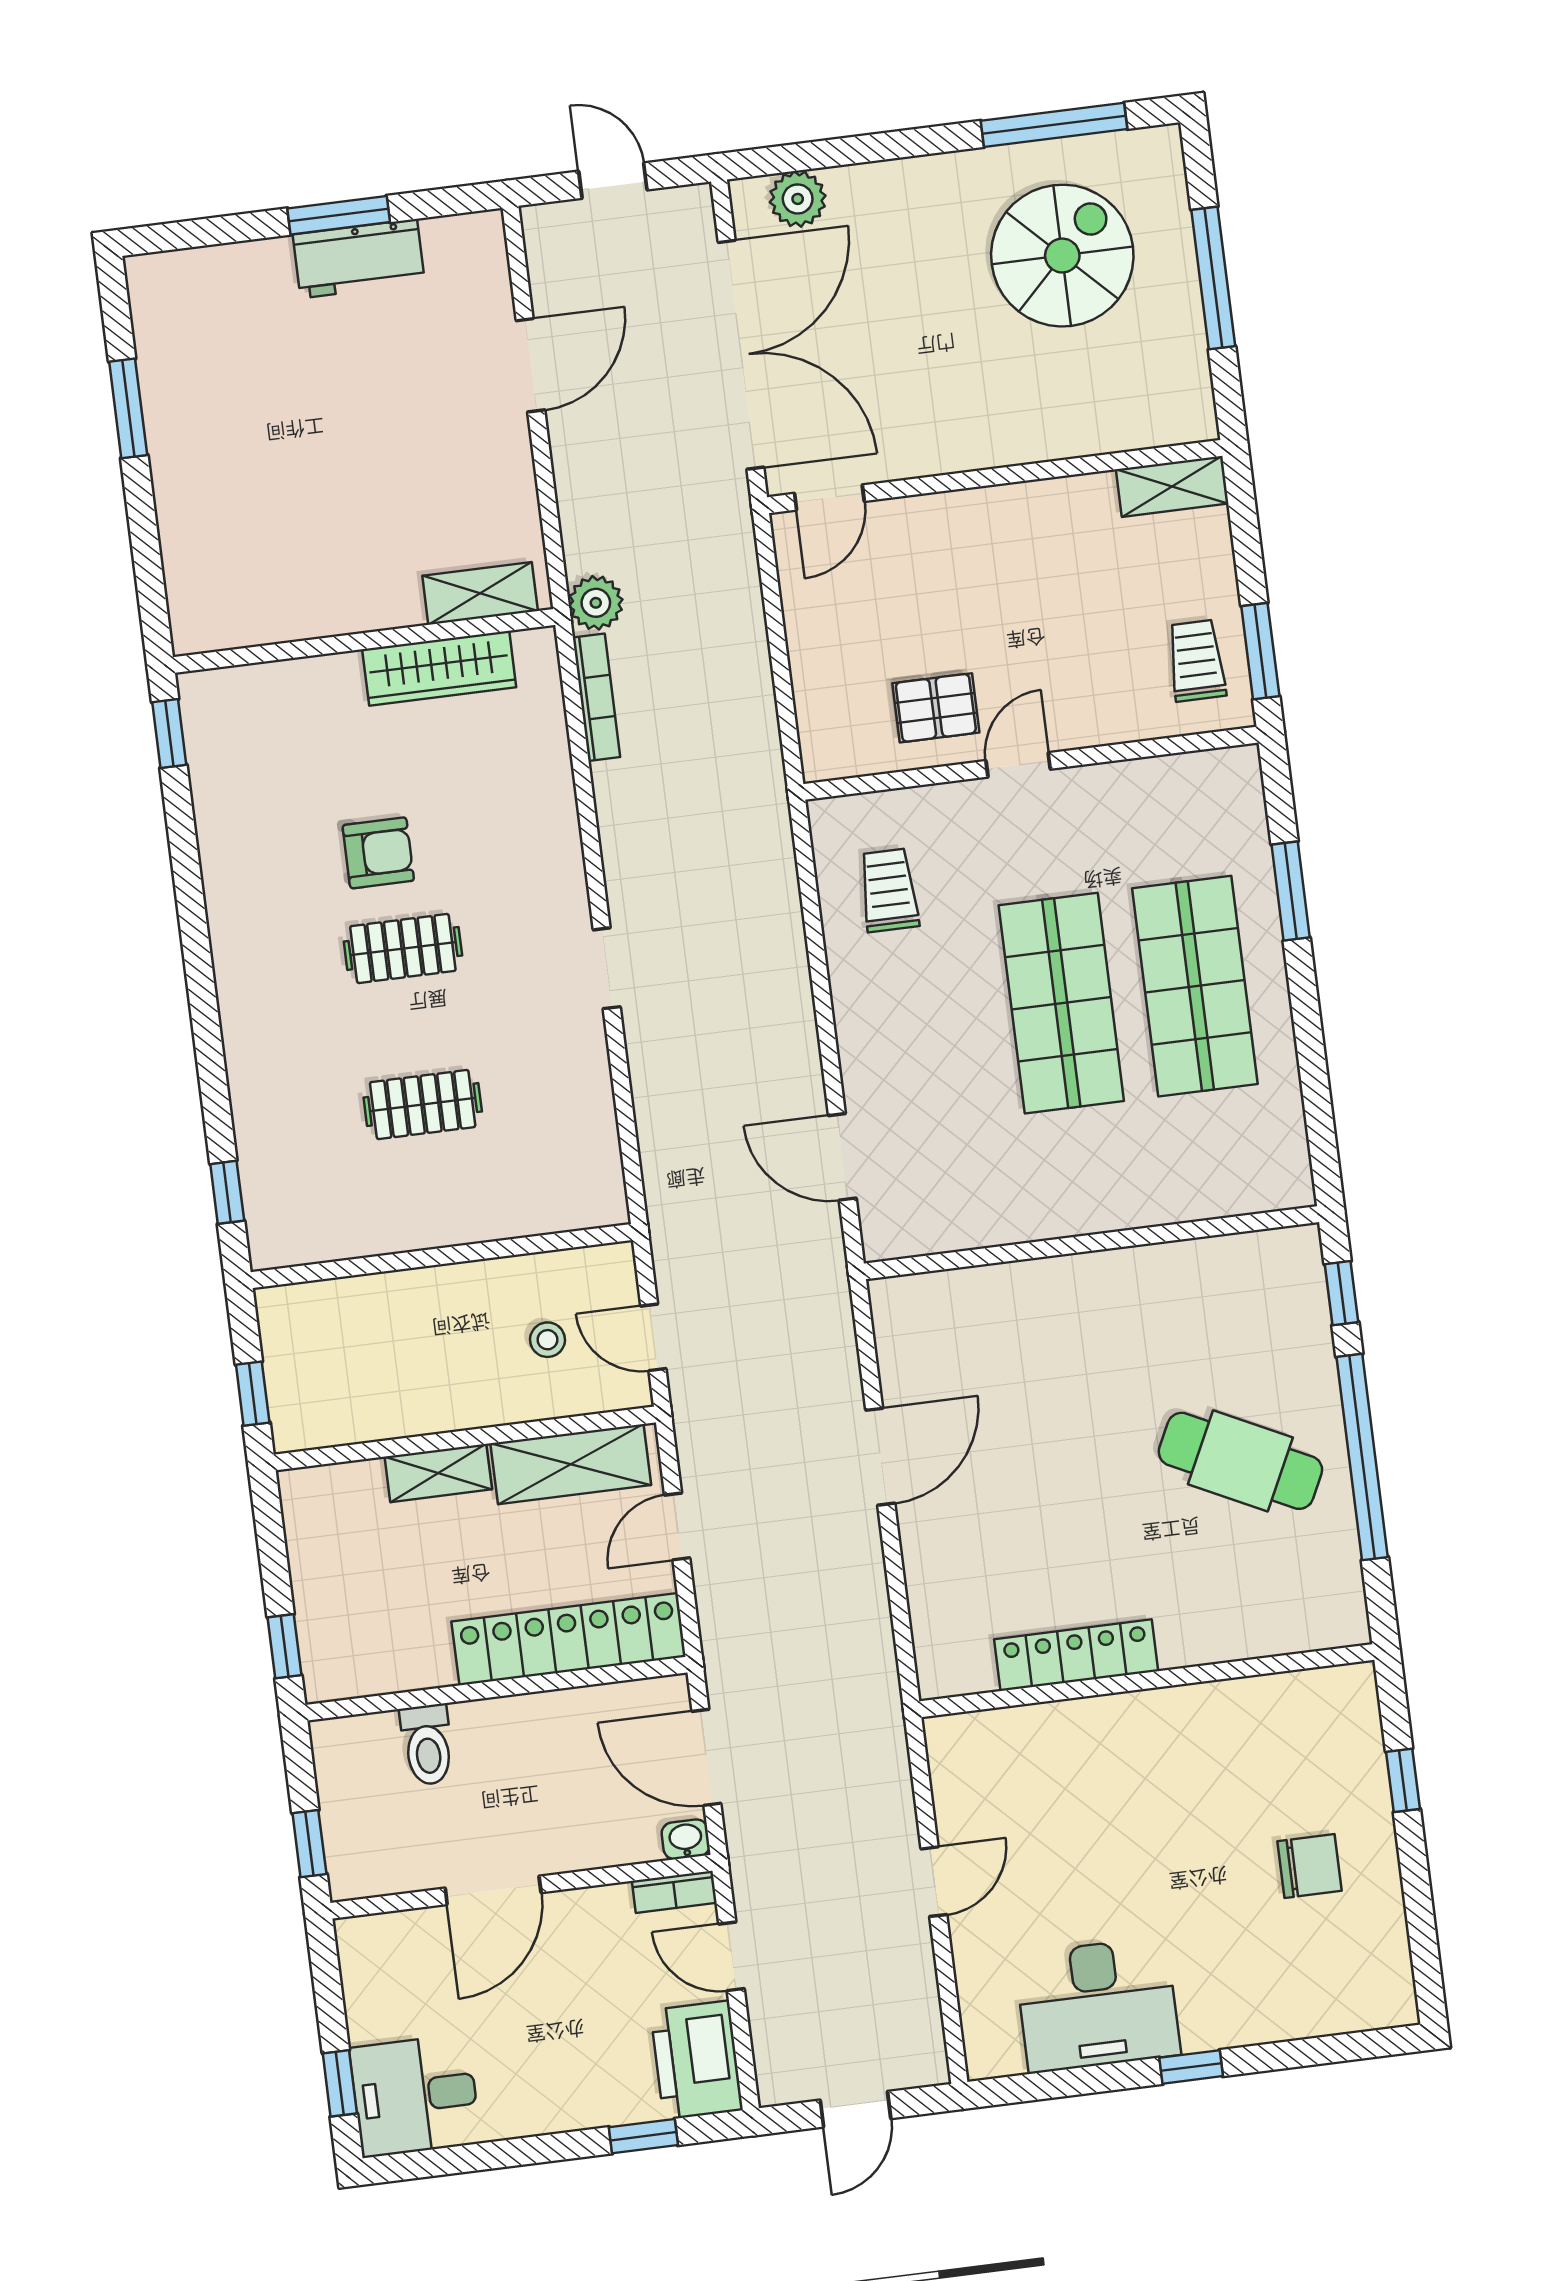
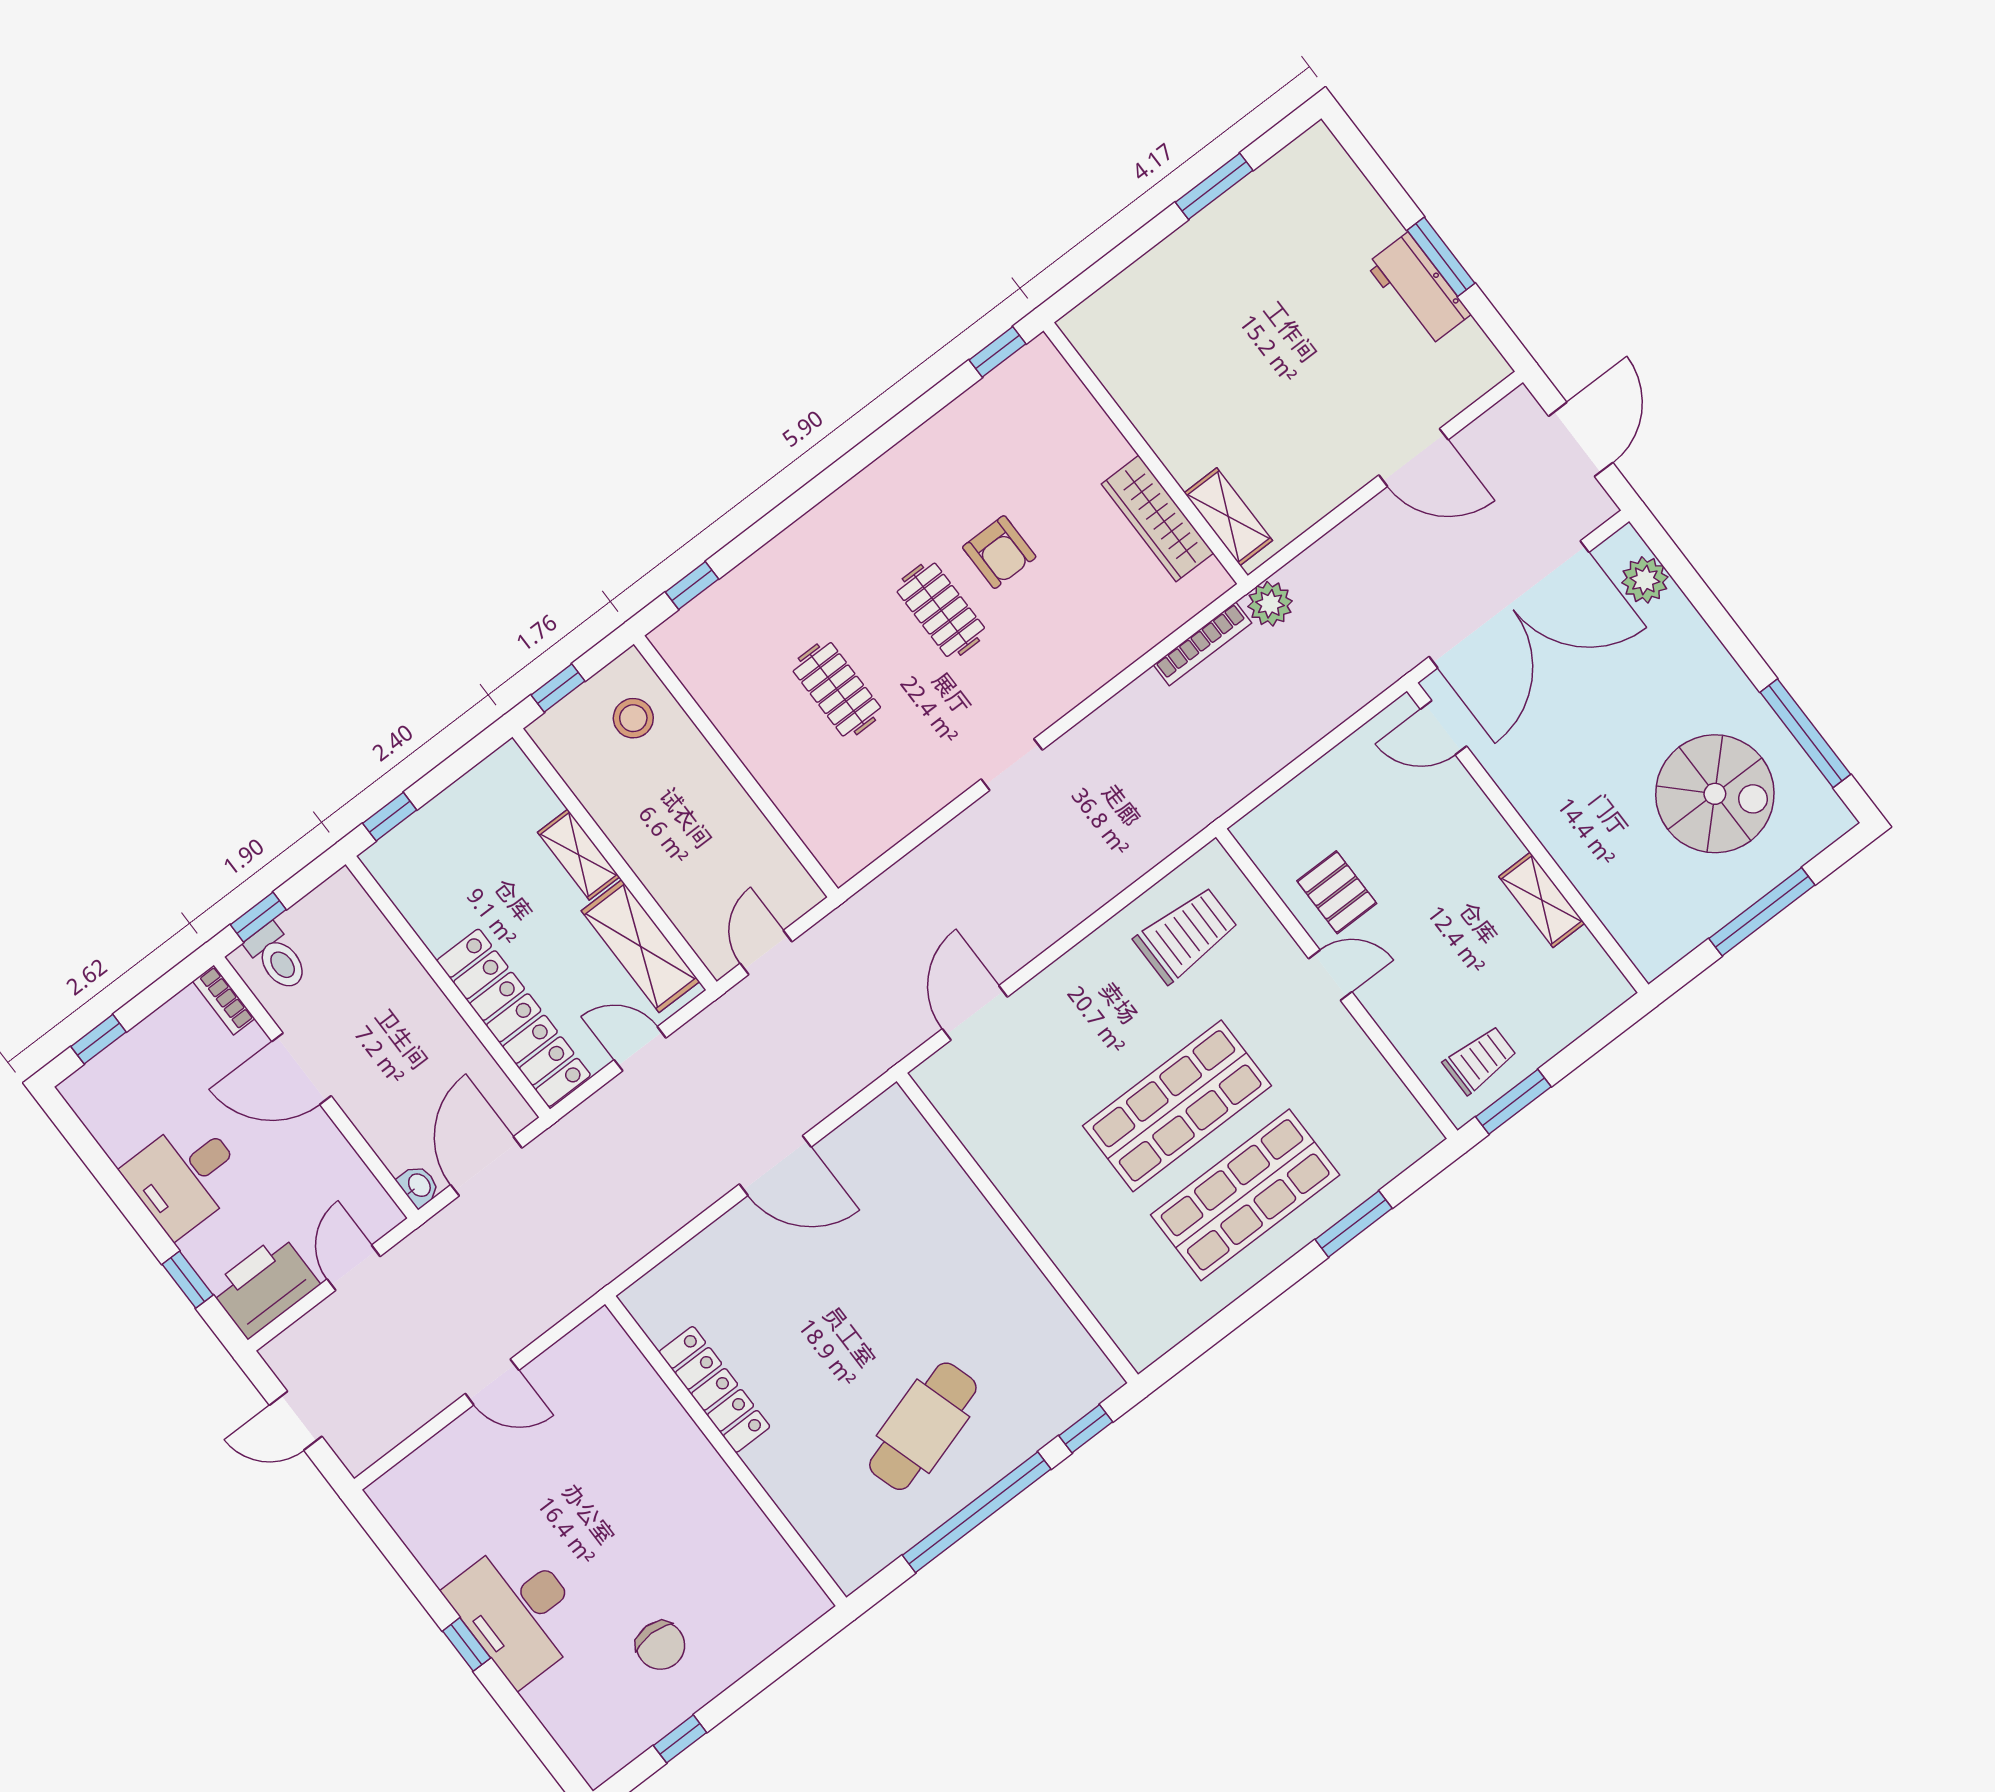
door: (613, 181) -> (1581, 439), width x1.38
shelving: (1172, 486) -> (1542, 900), moved
trolley: (889, 890) -> (1186, 935), width x1.36, depth x1.39
stool: (547, 1340) -> (633, 718), moved, width x1.37, depth x1.37
cafe table: (1240, 1461) -> (923, 1426), turned 47
toilet: (427, 1745) -> (277, 958), moved, turned -90
window: (1403, 1780) -> (680, 1739), moved
bookcase: (674, 1892) -> (224, 1000), moved
desk: (1098, 2005) -> (518, 1611), moved
desk: (415, 2096) -> (185, 1176), moved, turned -90

